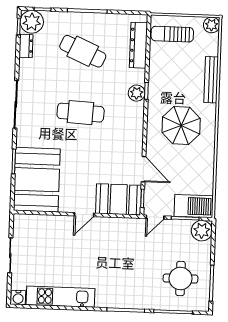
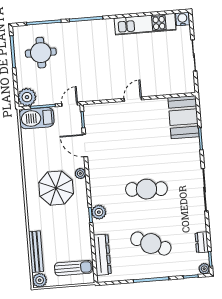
plant: (32, 22) -> (204, 269), width x0.53, depth x0.53
bench: (211, 80) -> (36, 252), moved
plant: (152, 139) -> (80, 173), added
booth: (37, 180) -> (184, 117), width x0.73, depth x0.70
booth: (119, 199) -> (104, 116), removed

